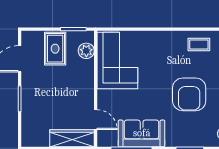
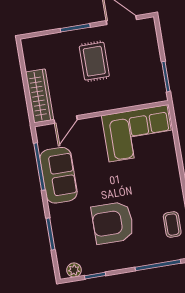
rug: (55, 49) -> (94, 61), moved, turned 90
plant: (86, 51) -> (143, 96), removed

